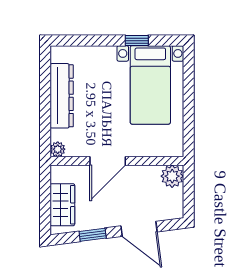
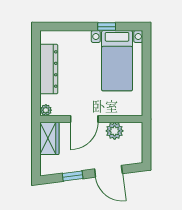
plant: (172, 176) -> (115, 131), moved
wardrobe: (62, 205) -> (49, 138), moved

